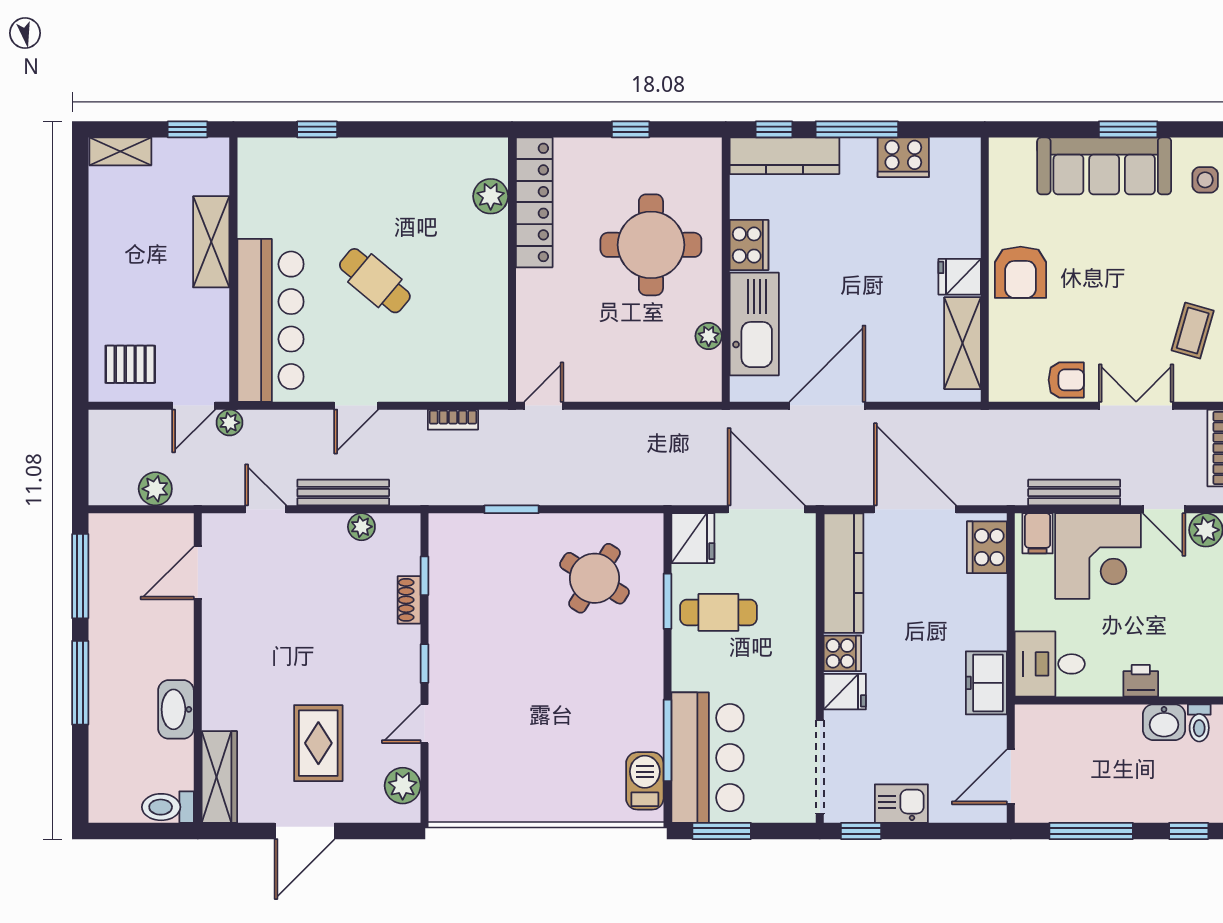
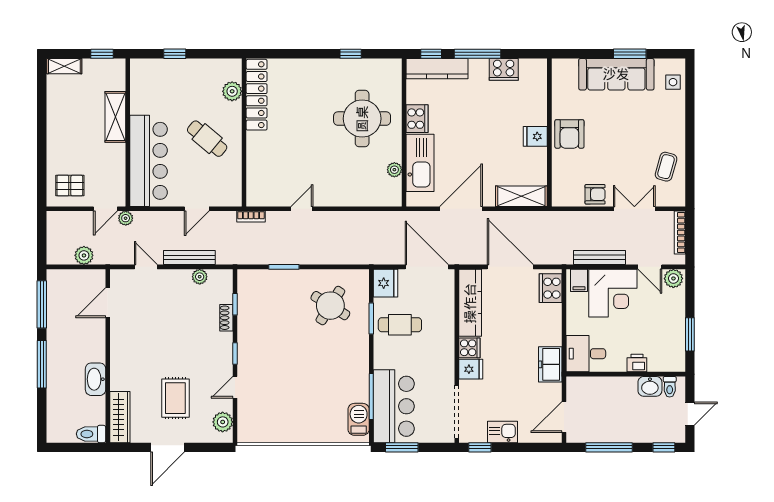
plant: (491, 196) -> (232, 91), moved
locker: (534, 202) -> (257, 95), moved
wall: (512, 270) -> (244, 132), moved
shelving: (963, 343) -> (521, 196), moved, turned 90

